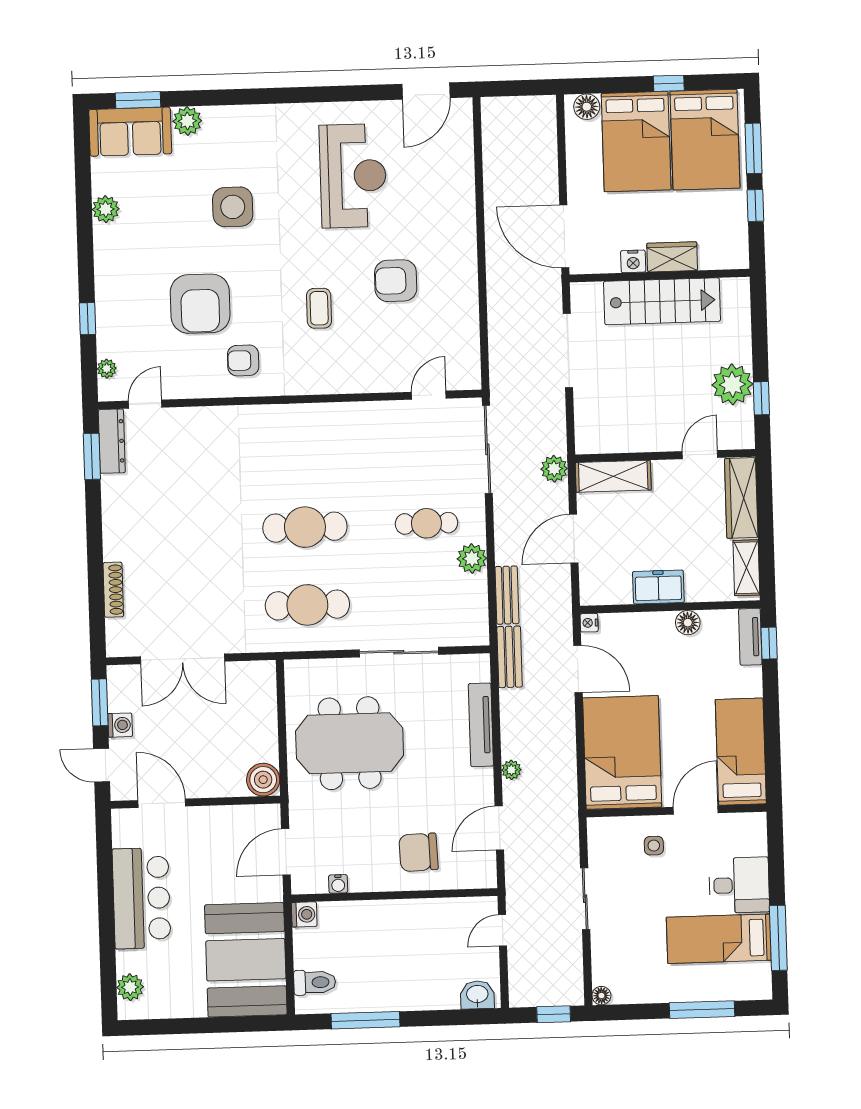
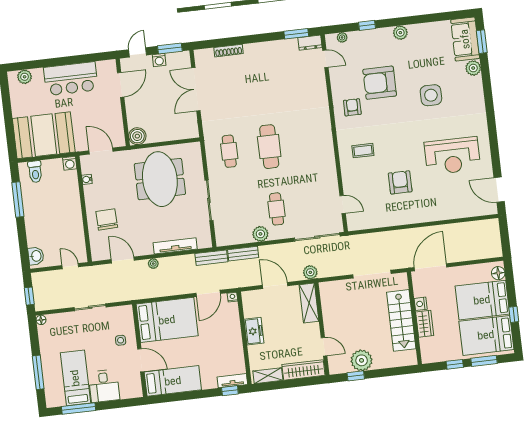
plant: (106, 209) -> (400, 33), moved
coffee table: (319, 308) -> (363, 151), moved
dresser: (112, 441) -> (310, 43), width x0.70
cafe table: (307, 605) -> (229, 151), width x0.73, depth x0.74
floor lamp: (688, 623) -> (237, 348), removed

